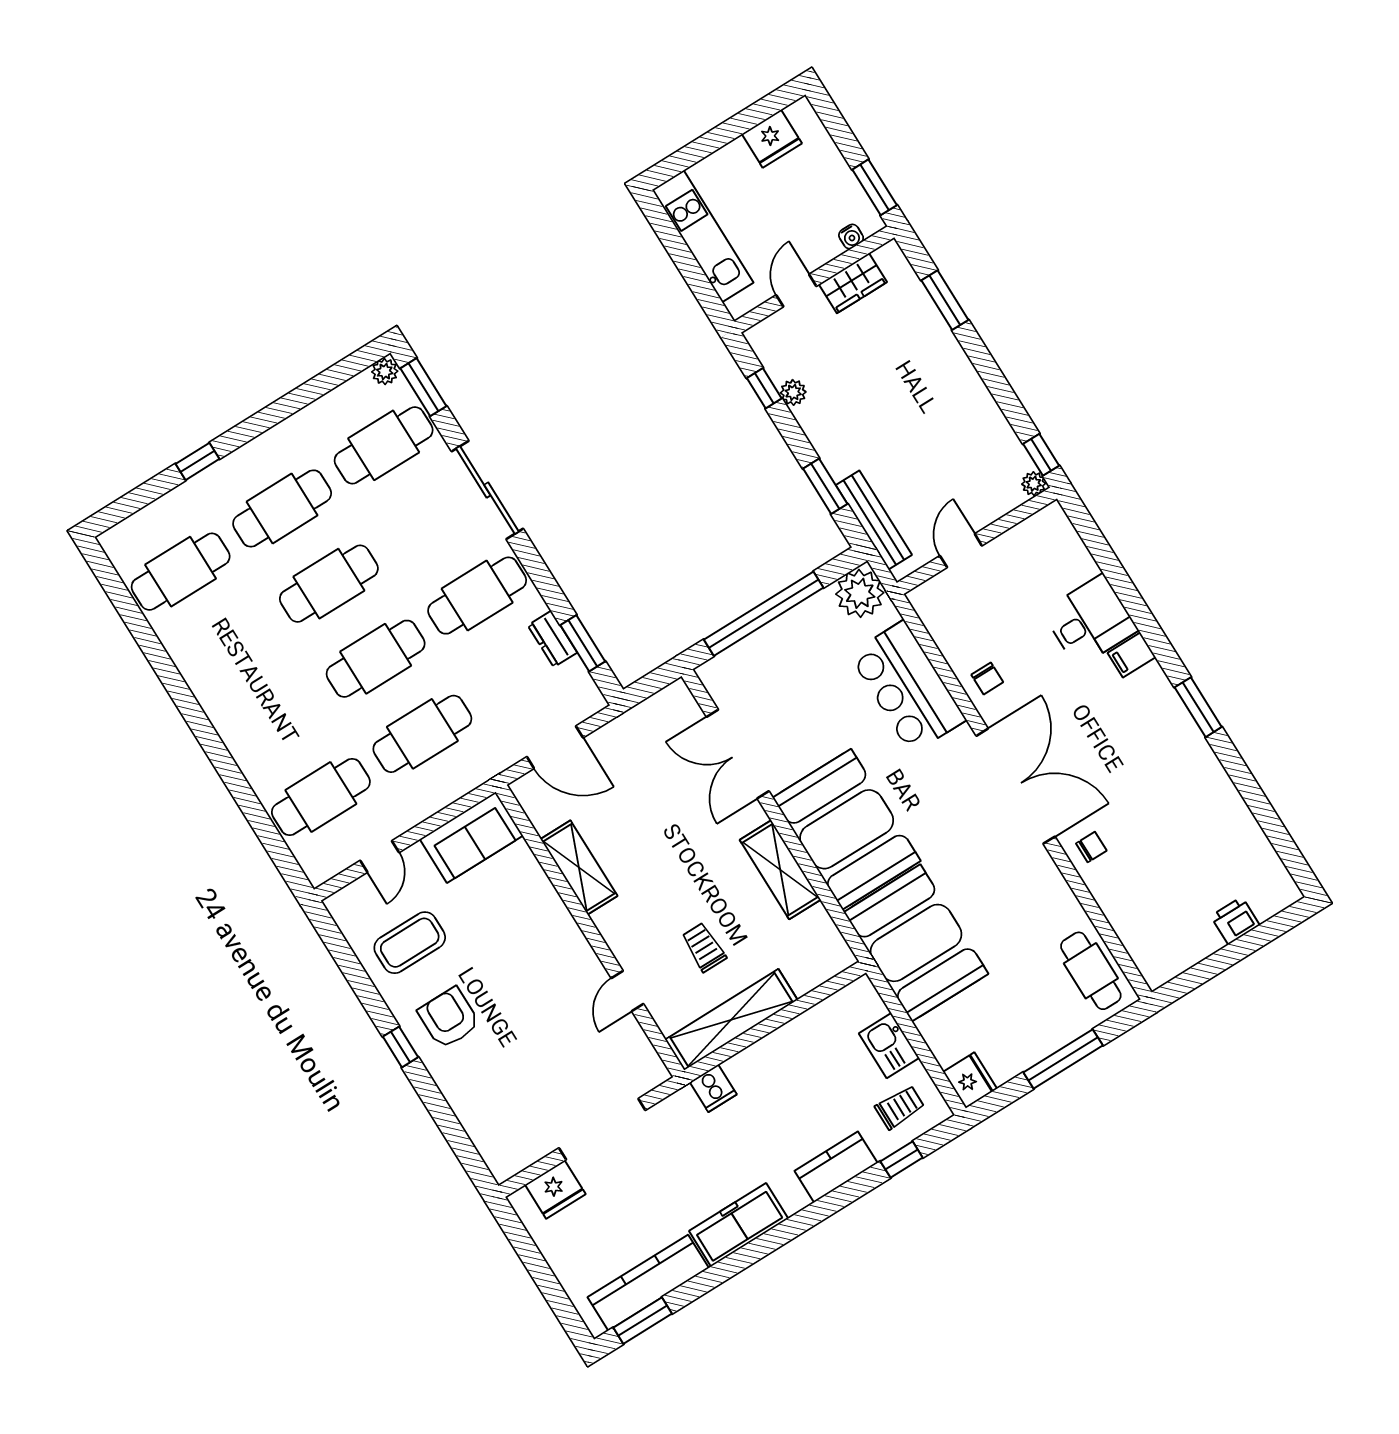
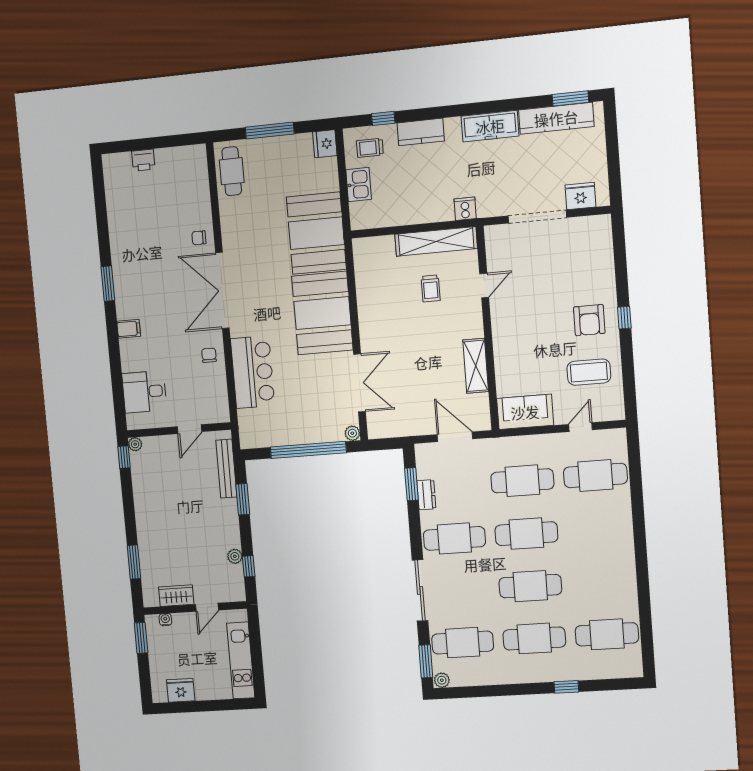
plant: (860, 593) -> (352, 433), moved, width x0.53, depth x0.53
desk: (1090, 621) -> (144, 392), moved
shelving: (780, 870) -> (369, 309), removed

